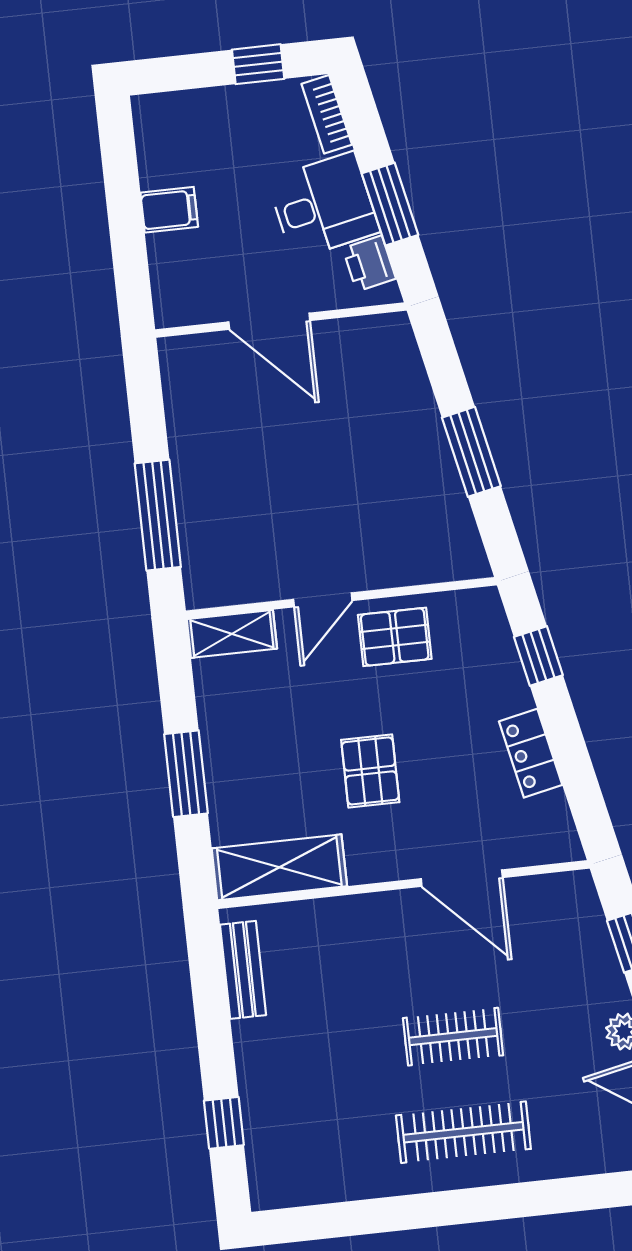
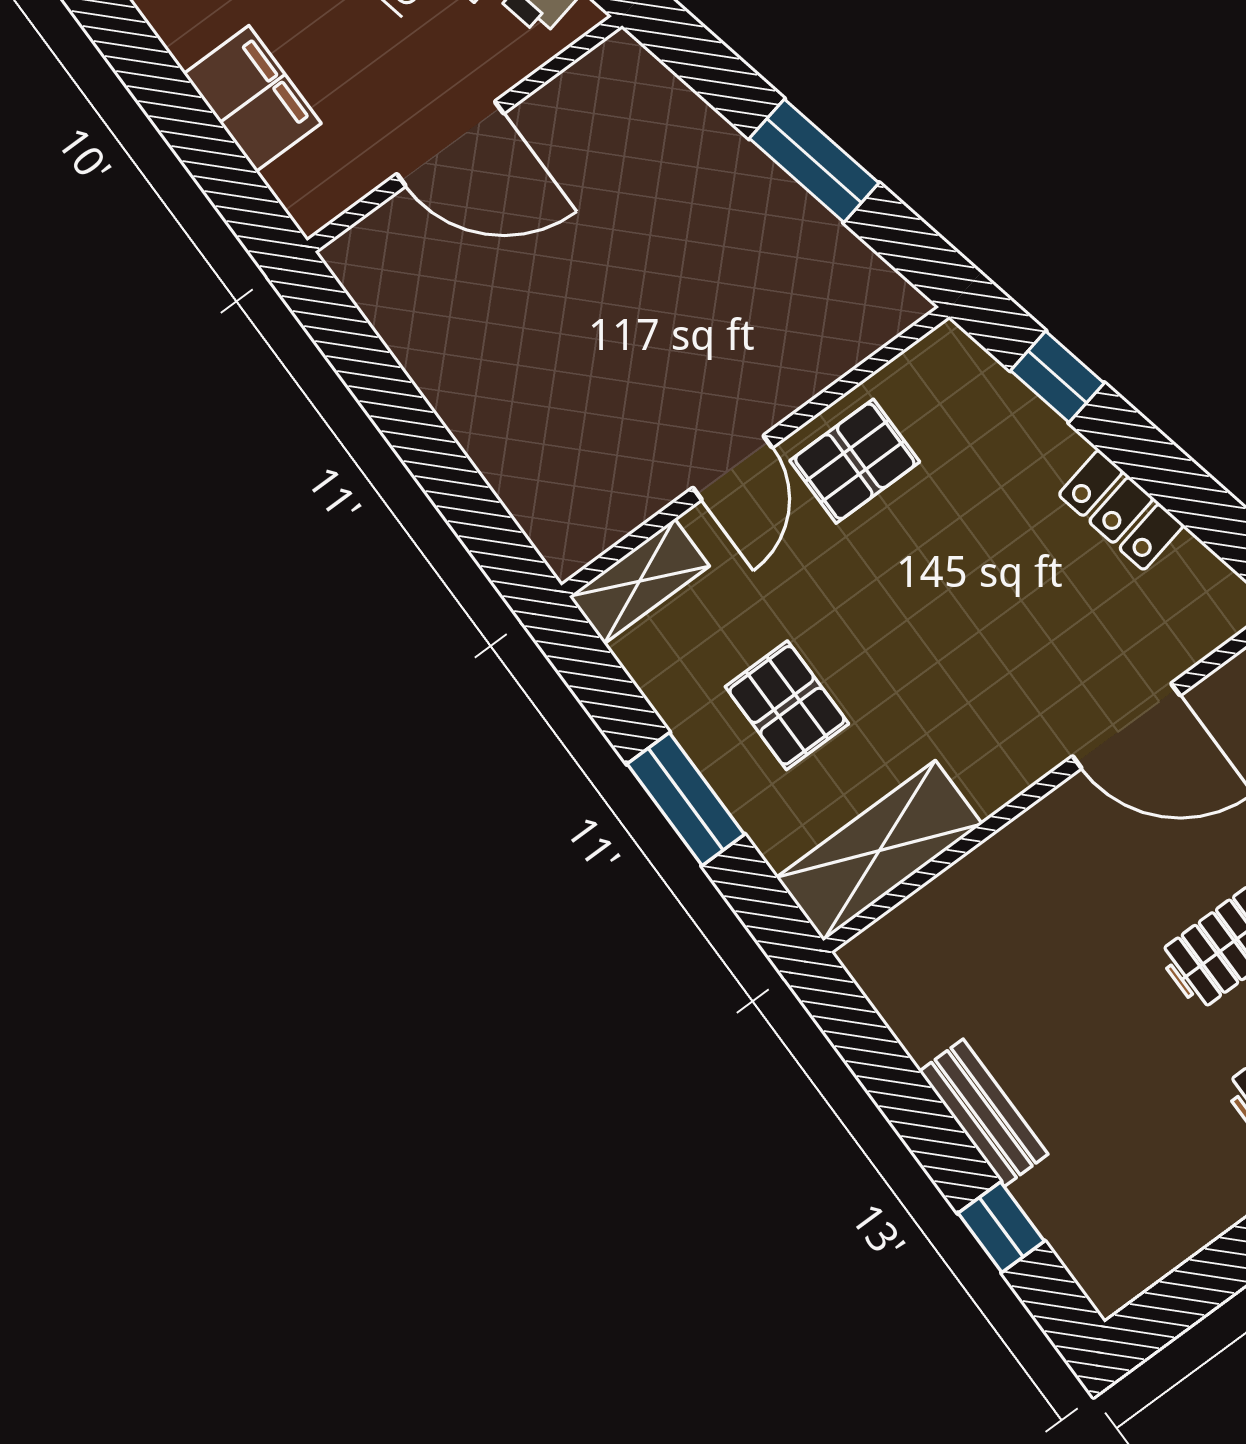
filing cabinet: (169, 210) -> (252, 99), width x2.00
window: (158, 515) -> (452, 482), removed
pallet: (370, 771) -> (787, 705), moved
bench: (243, 970) -> (984, 1113), moved

